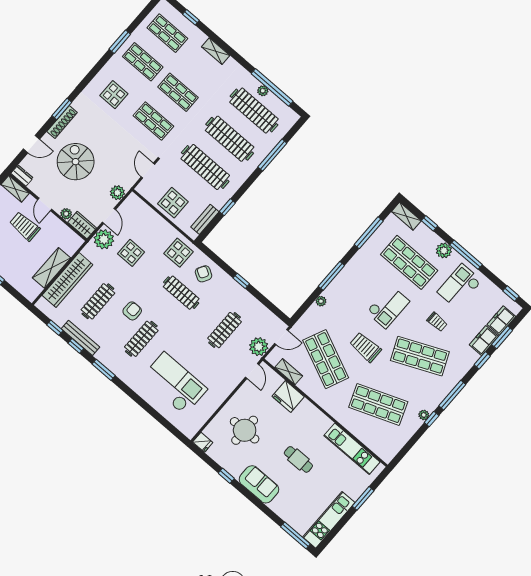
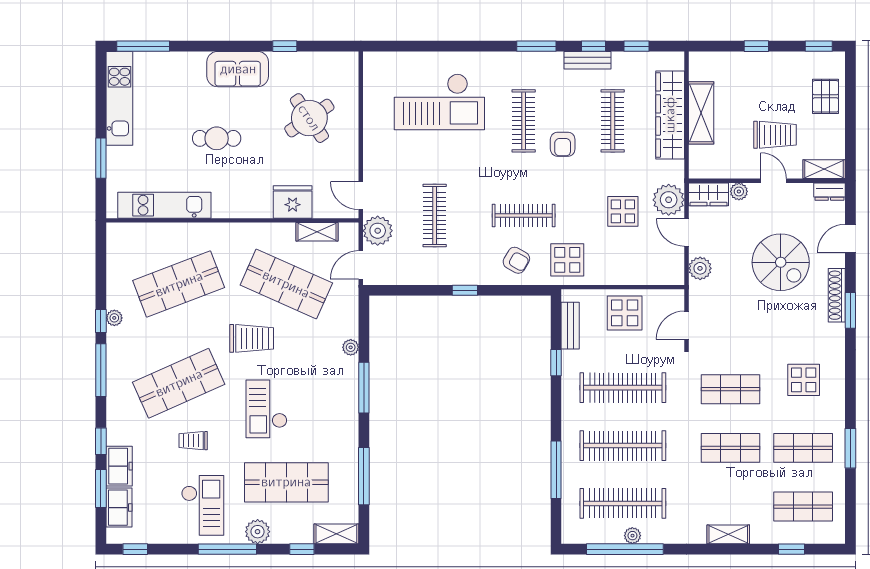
door: (148, 171) -> (686, 325), swing flipped
bench: (80, 338) -> (588, 60), width x0.73
round table: (245, 430) -> (309, 118), turned -34
fridge: (203, 442) -> (347, 62), removed

